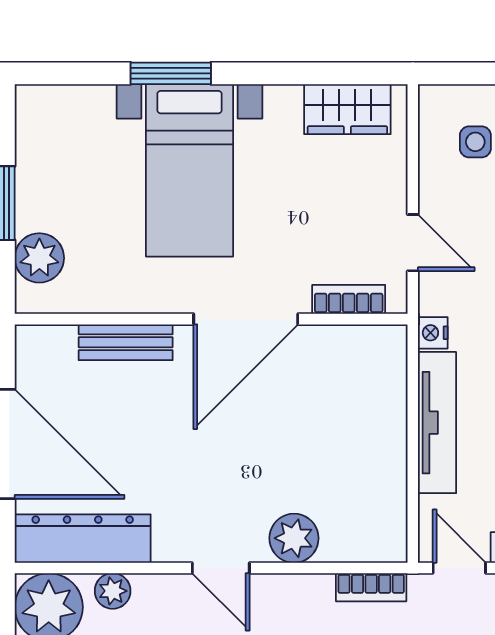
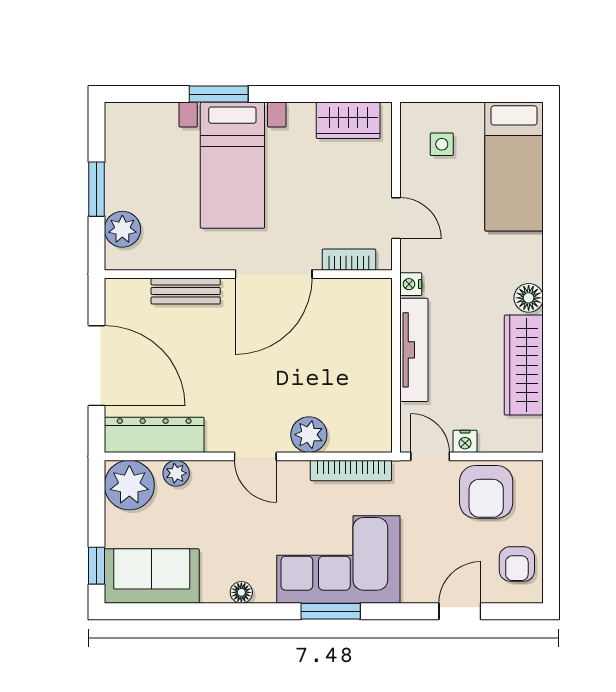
bookcase: (371, 587) -> (351, 471), width x1.56

